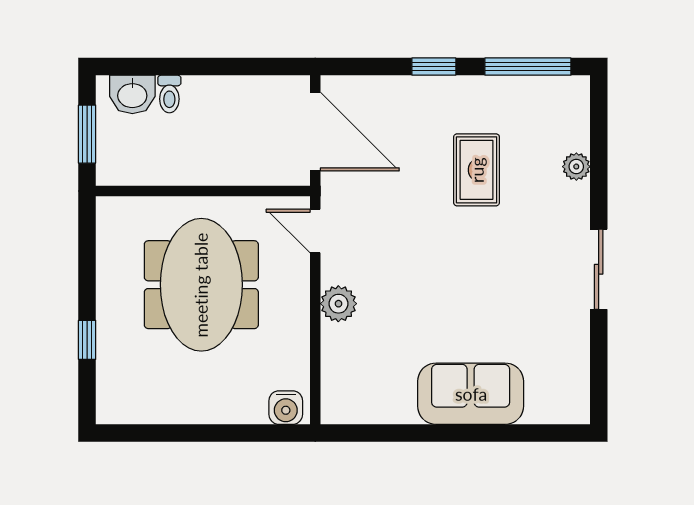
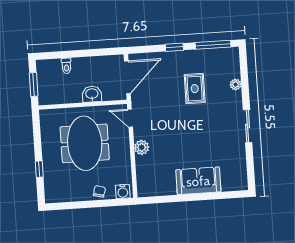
washbasin: (132, 94) -> (92, 94), moved, turned 180
door: (315, 132) -> (127, 77), hinge flipped
chair: (229, 404) -> (99, 191), added

